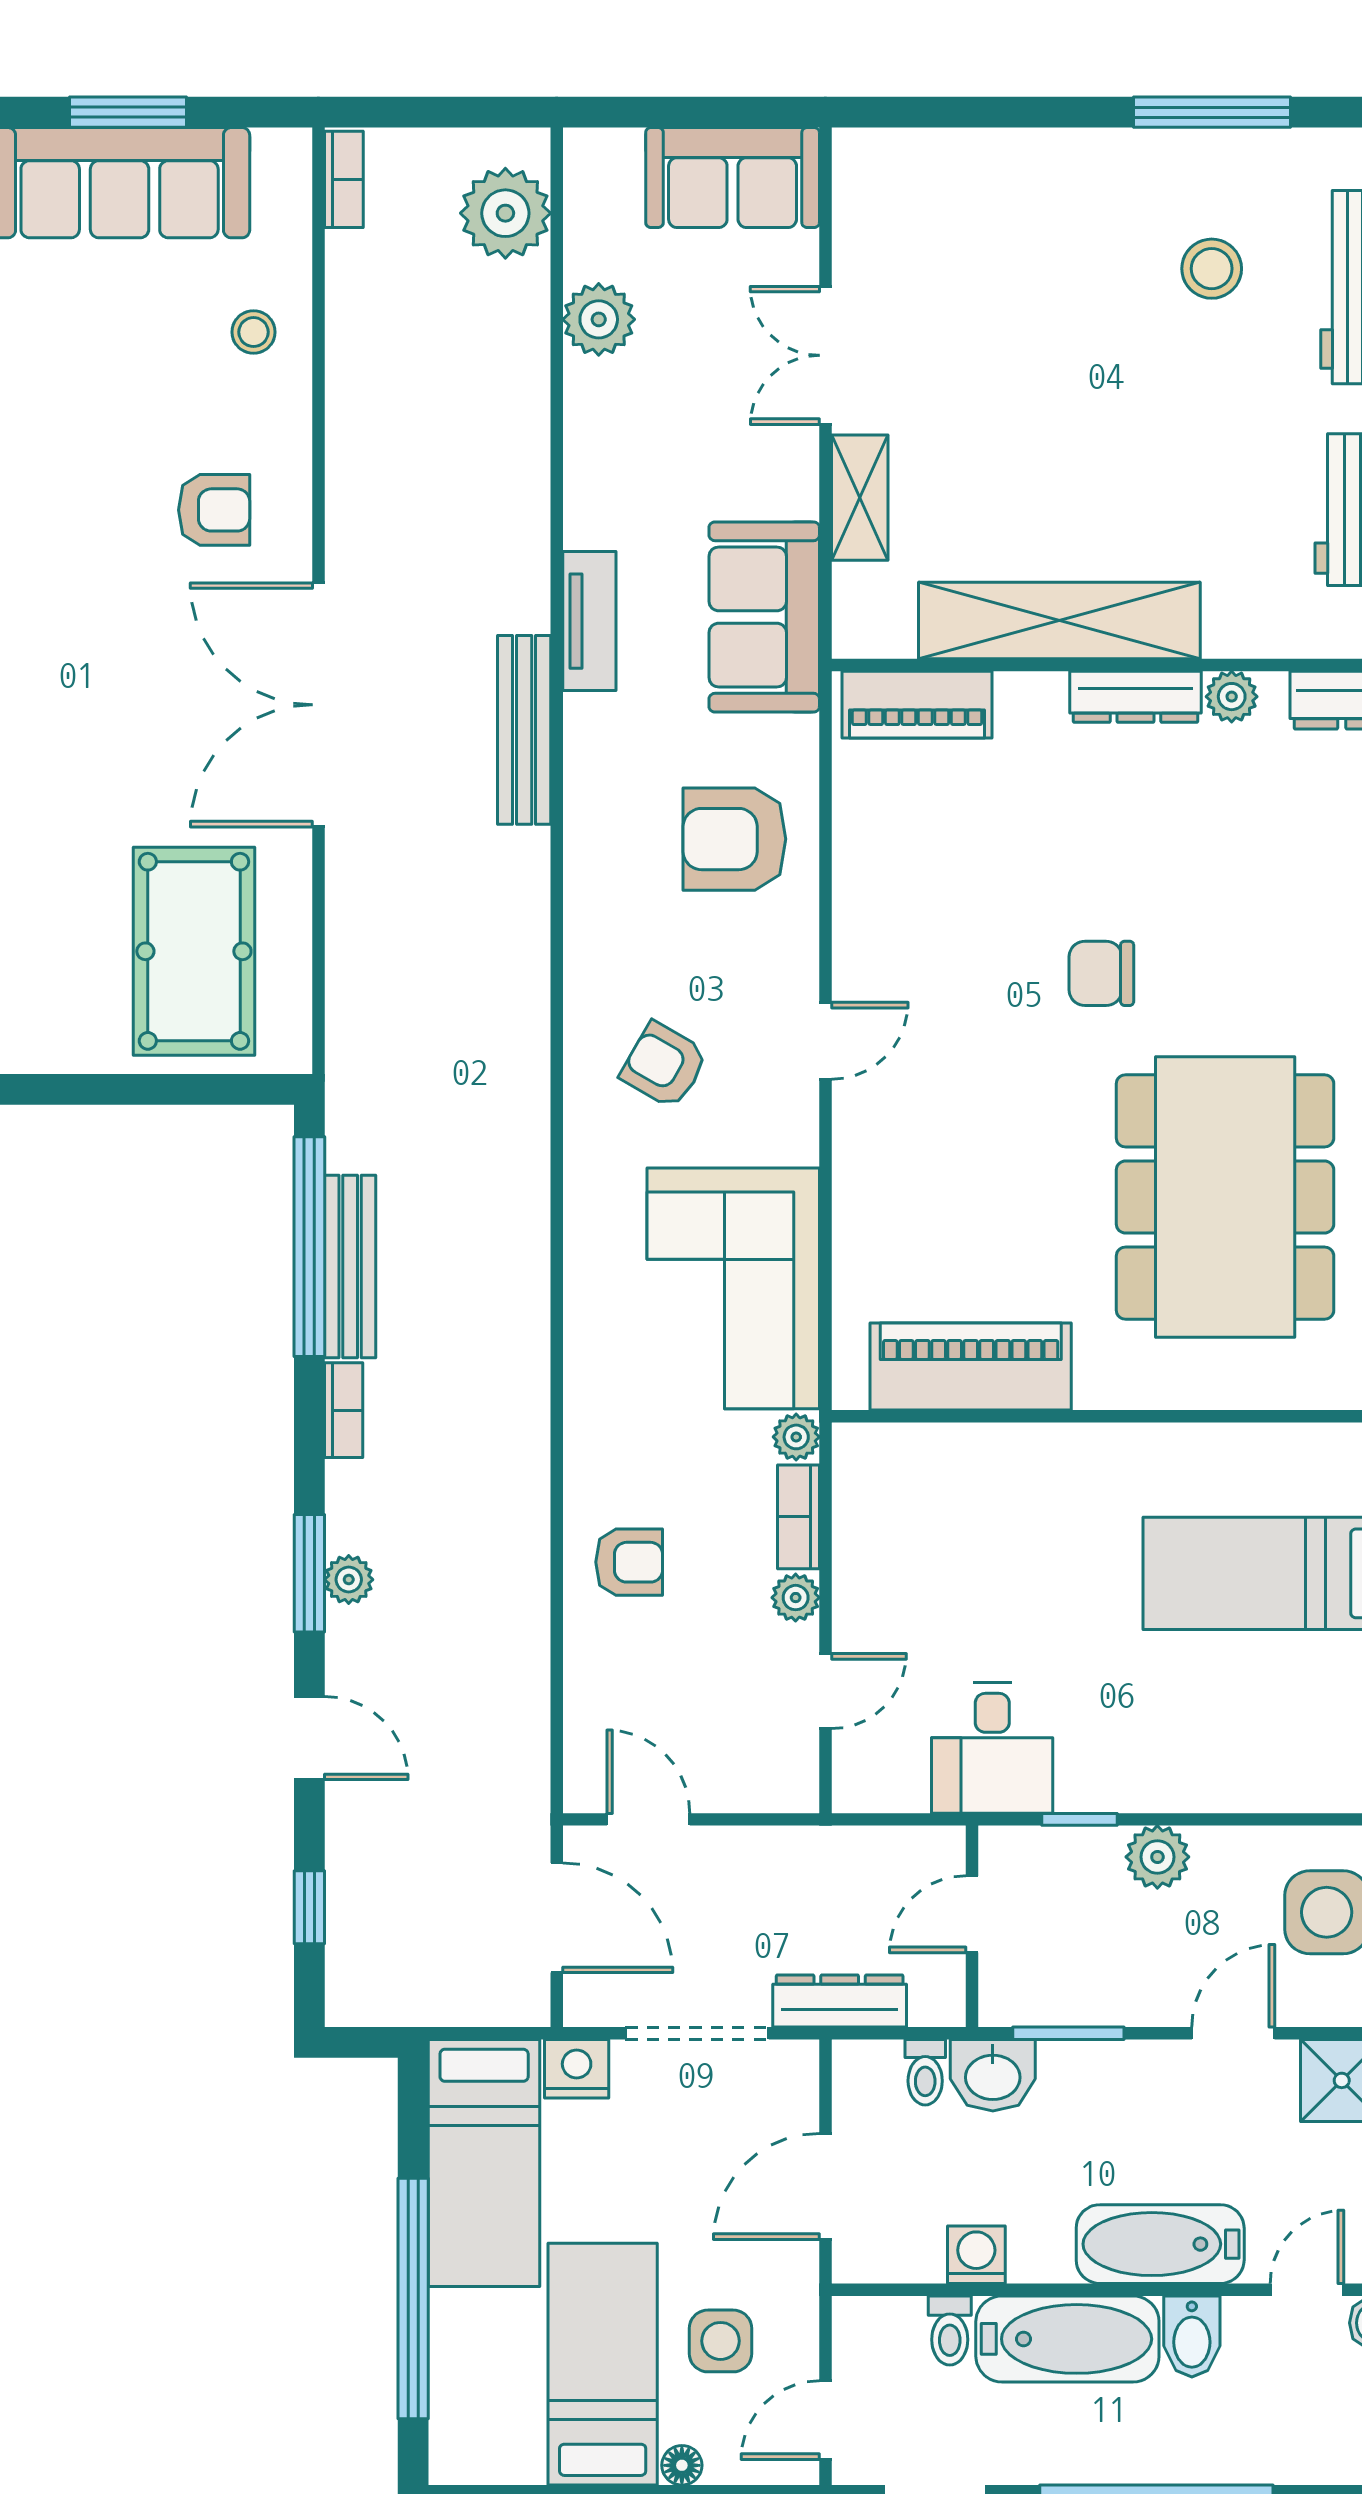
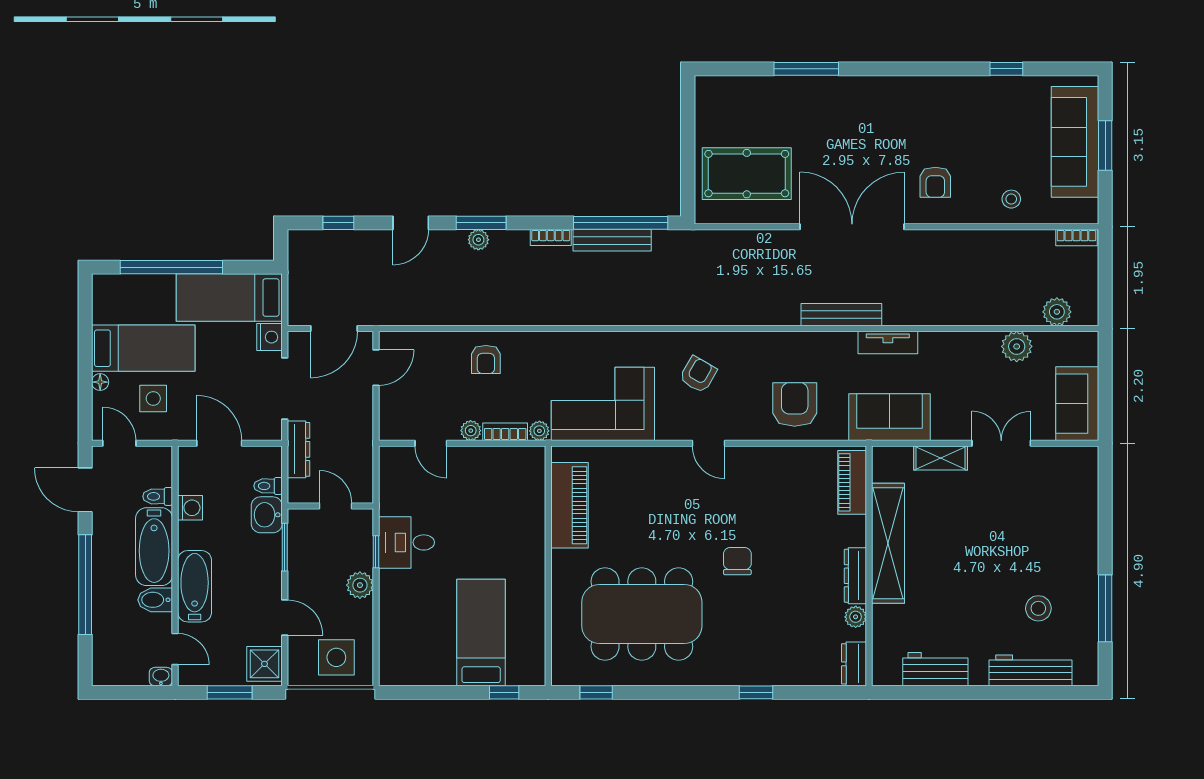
plant: (505, 213) -> (1057, 312), width x0.73, depth x0.73
desk: (992, 1748) -> (406, 542), moved

